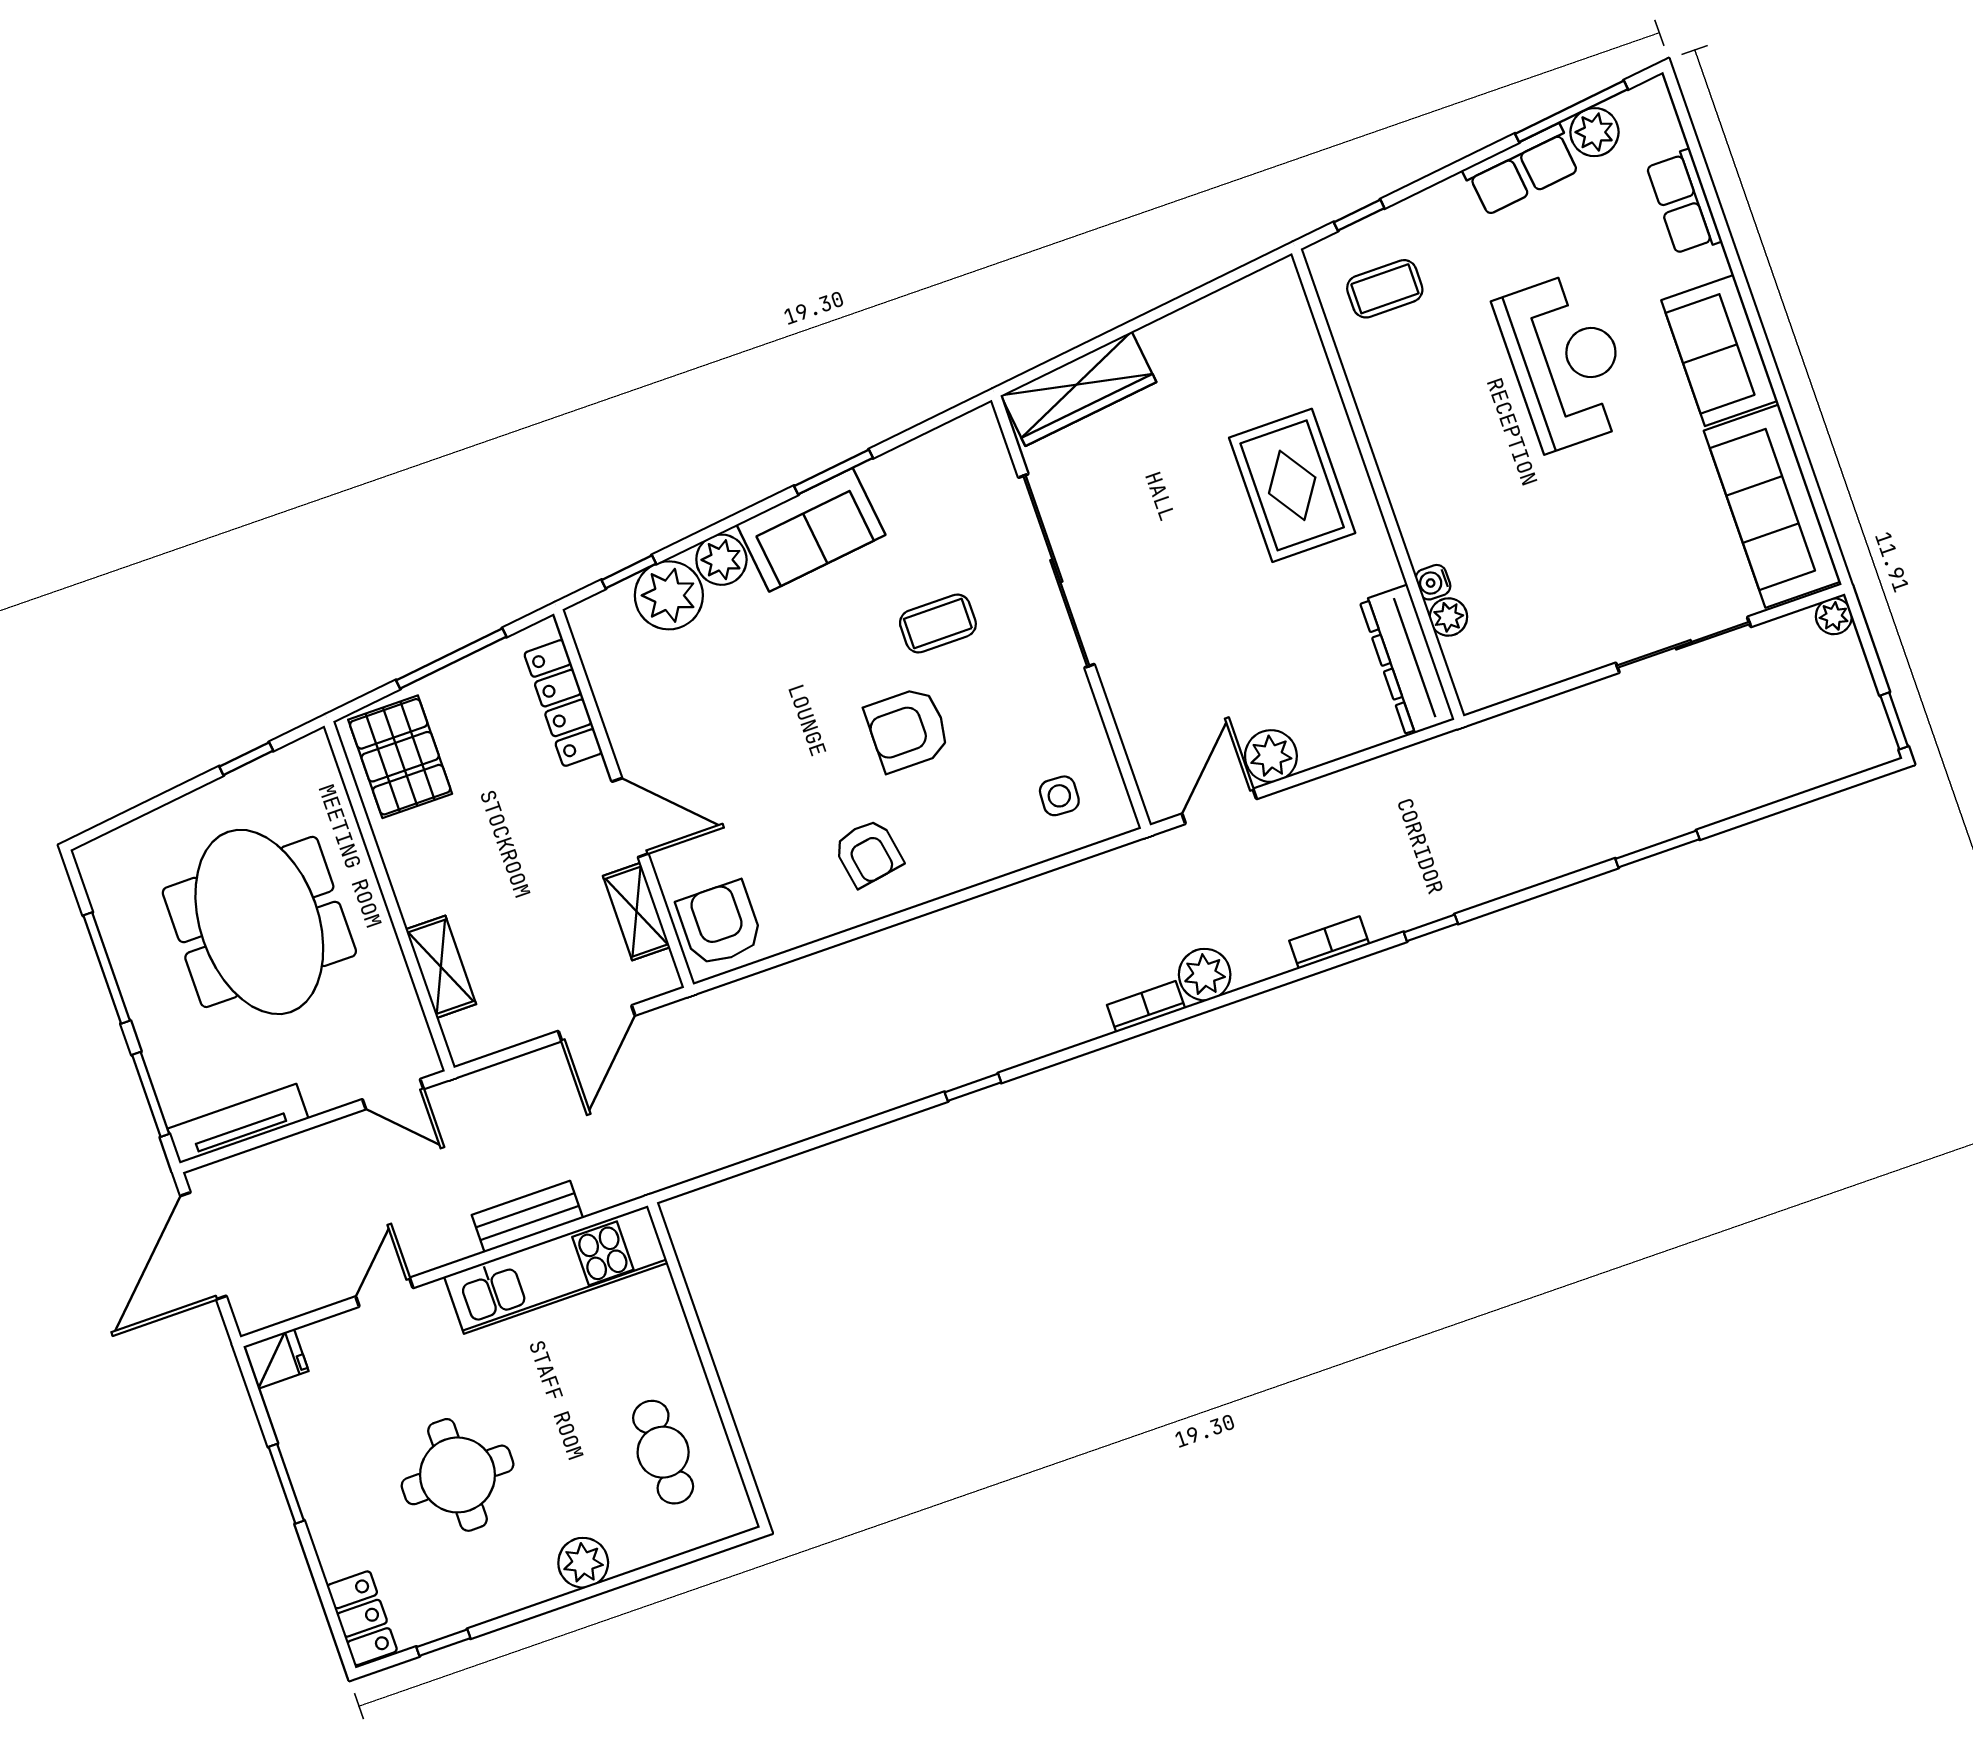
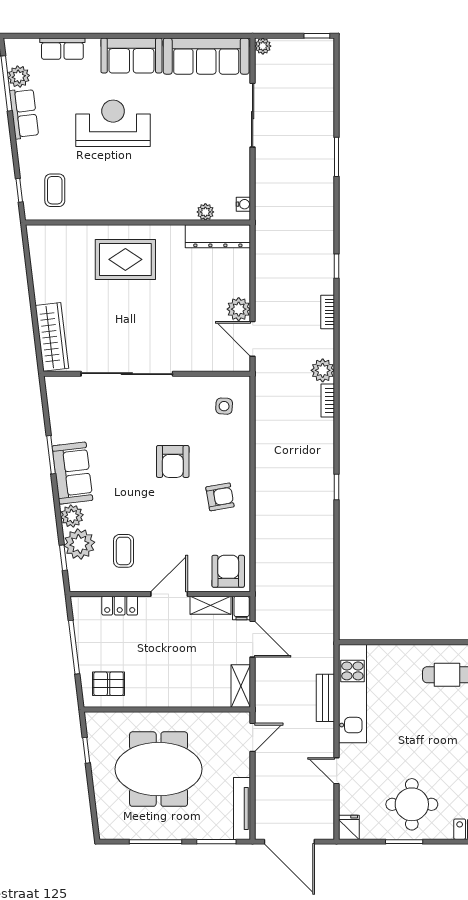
water cooler: (1433, 582) -> (243, 204), moved, turned -90
coffee table: (938, 623) -> (124, 551), moved
locker: (563, 703) -> (120, 606), width x0.66
pallet: (400, 757) -> (109, 684), width x0.67, depth x0.71
armchair: (720, 924) -> (228, 571), turned 90
shelving: (441, 967) -> (241, 686), moved, turned 90
filing cabinet: (653, 978) -> (242, 608), added
round table: (458, 1475) -> (412, 804), moved

